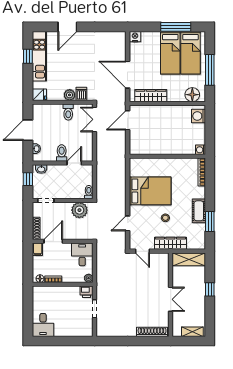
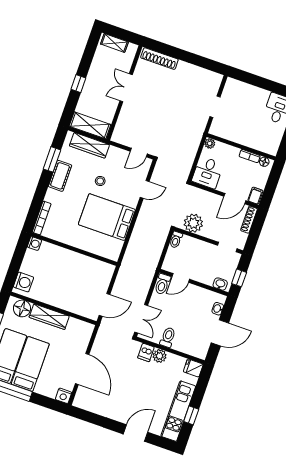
door: (128, 75) -> (82, 369), moved
wardrobe: (151, 96) -> (49, 317), moved
toilet: (62, 153) -> (162, 284), moved
wardrobe: (170, 243) -> (89, 145), moved
door: (143, 251) -> (139, 153), swing flipped
printer: (86, 292) -> (217, 129), removed

